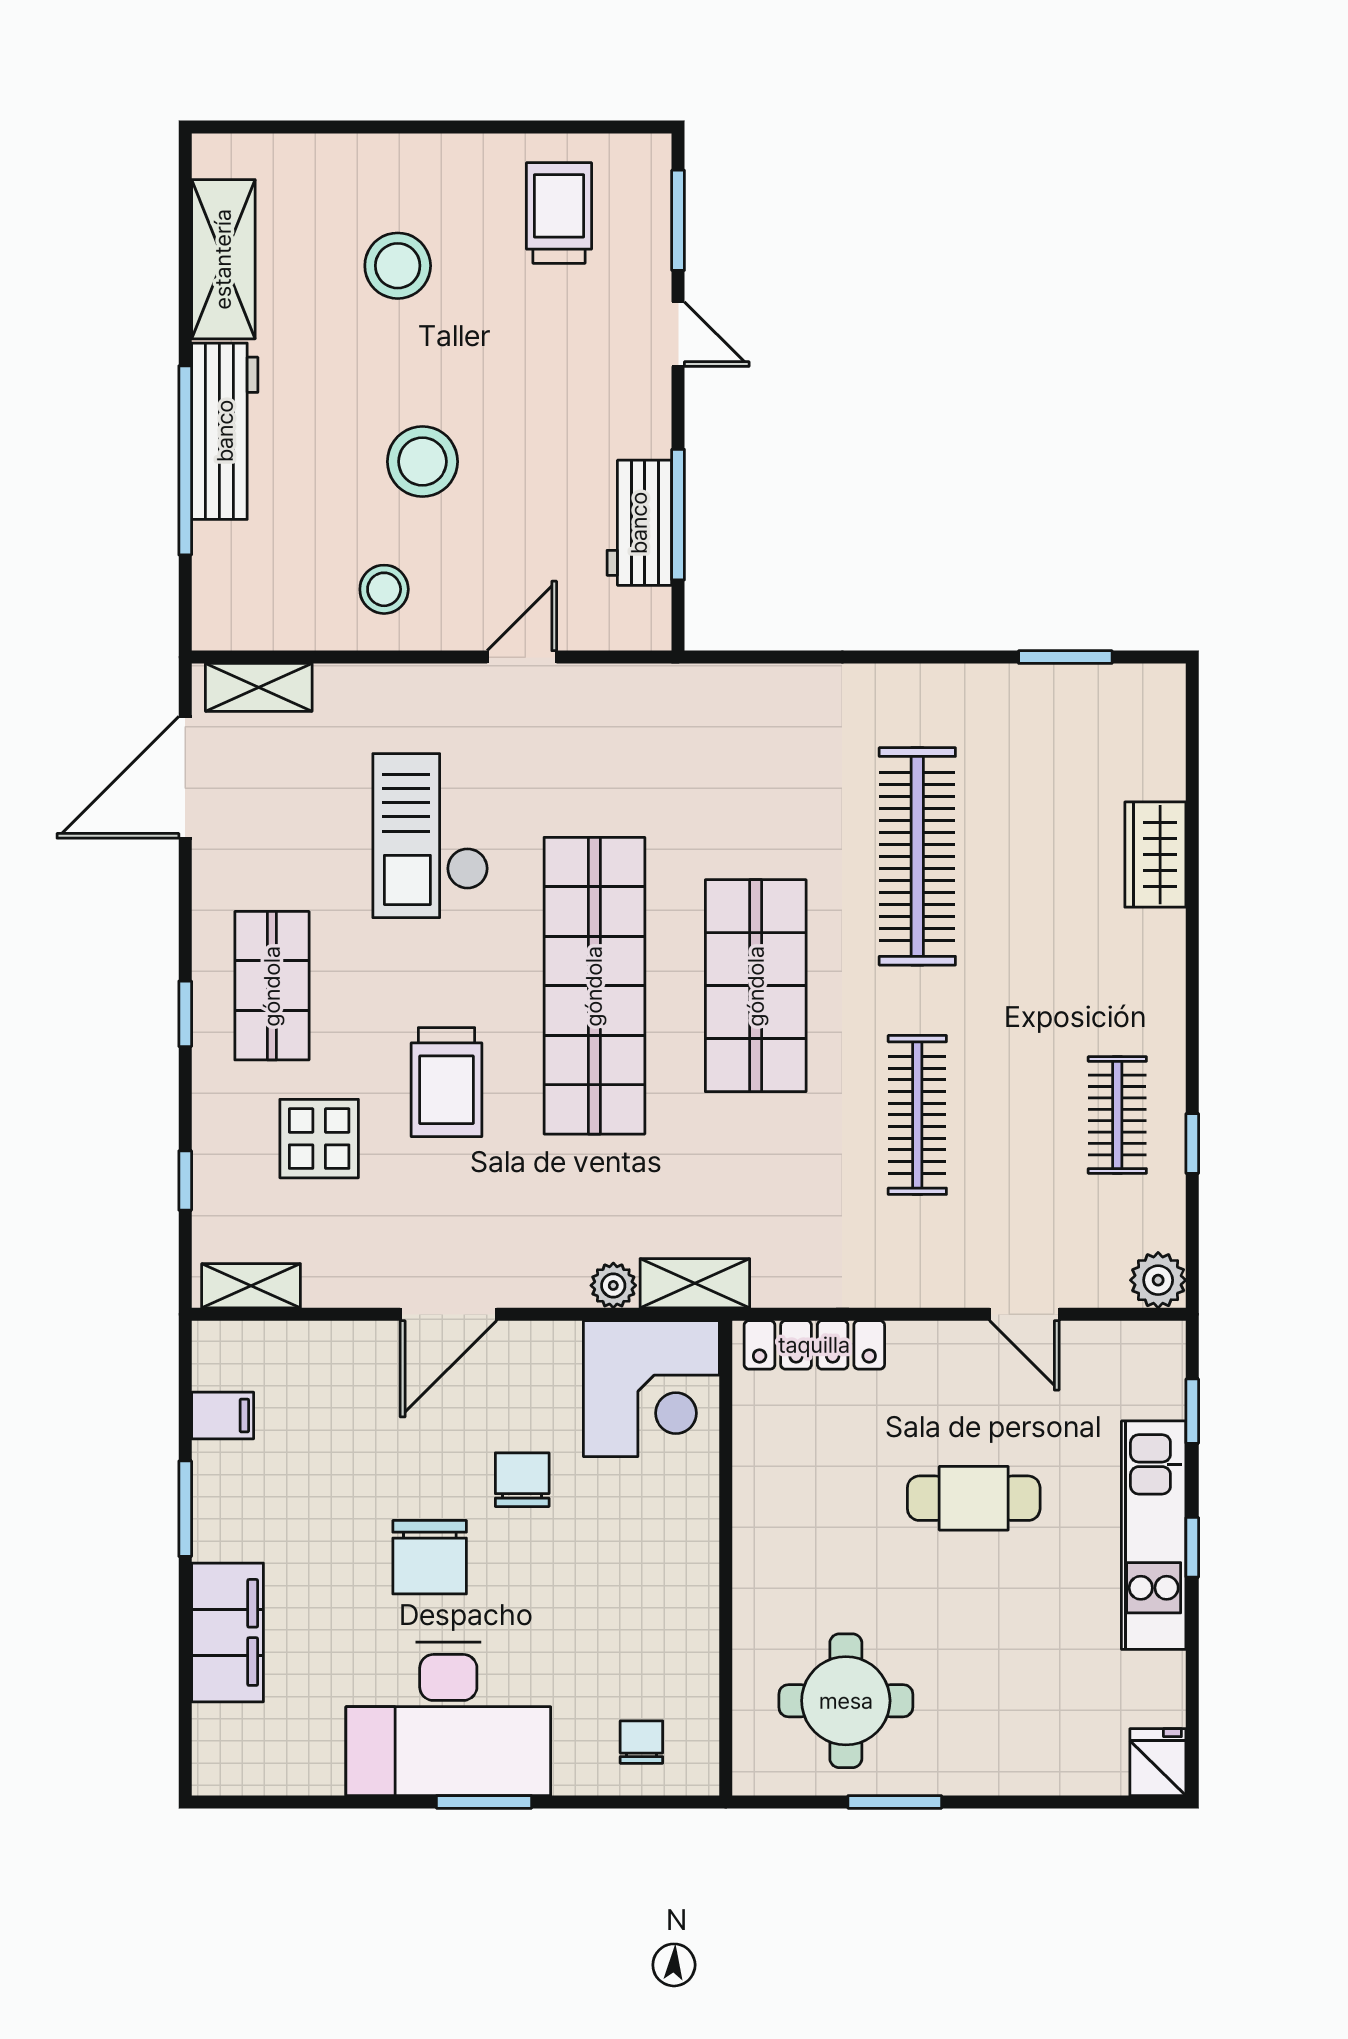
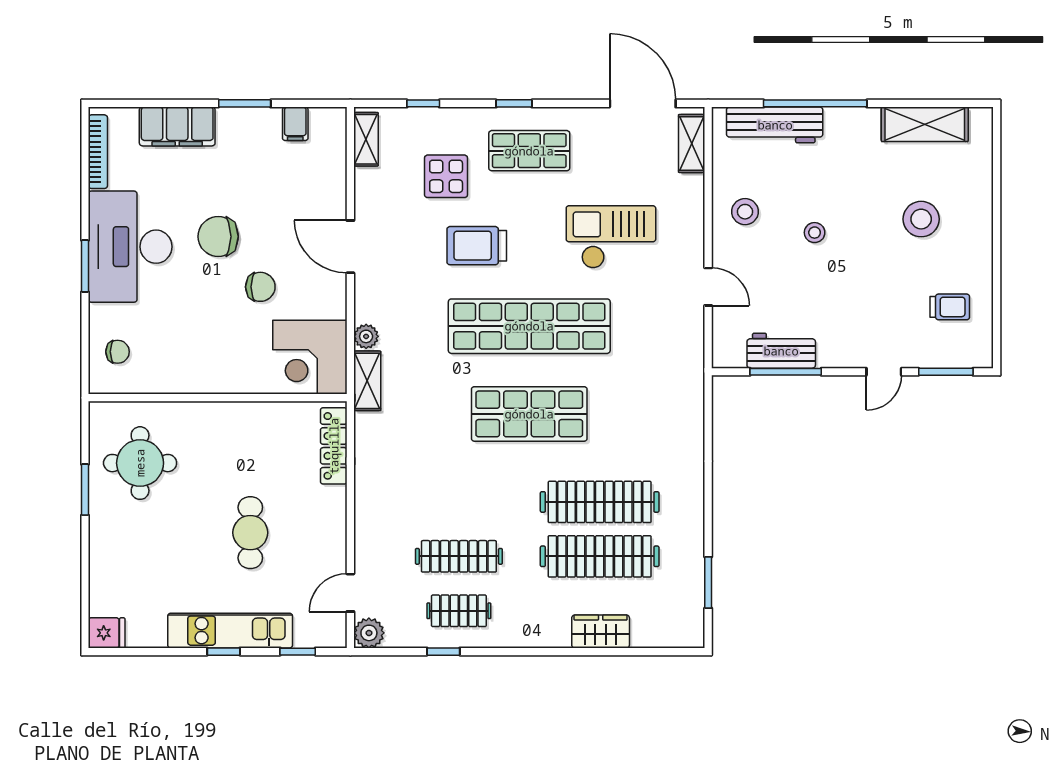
trolley: (559, 213) -> (950, 307), width x0.73, depth x0.72
workbench: (225, 431) -> (775, 125), moved
stool: (422, 462) -> (815, 233), width x0.53, depth x0.53
clothes rail: (1017, 856) -> (600, 556), added
clothes rail: (917, 1115) -> (459, 556), moved
door: (1024, 1314) -> (350, 593), moved
bookcase: (274, 1778) -> (98, 152), added

